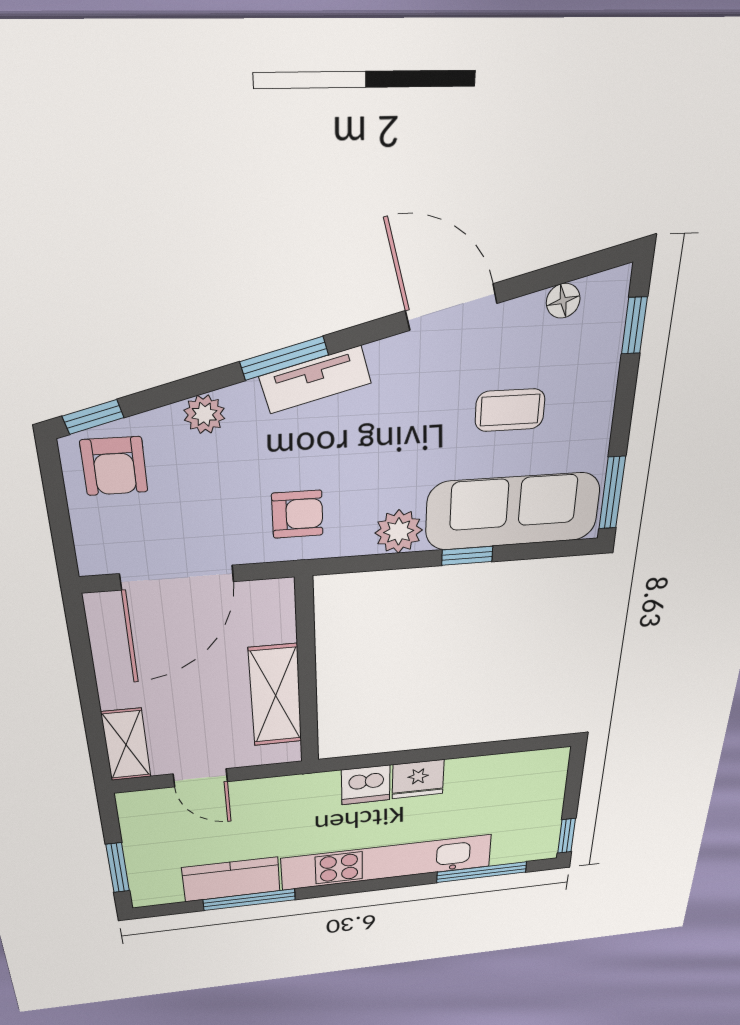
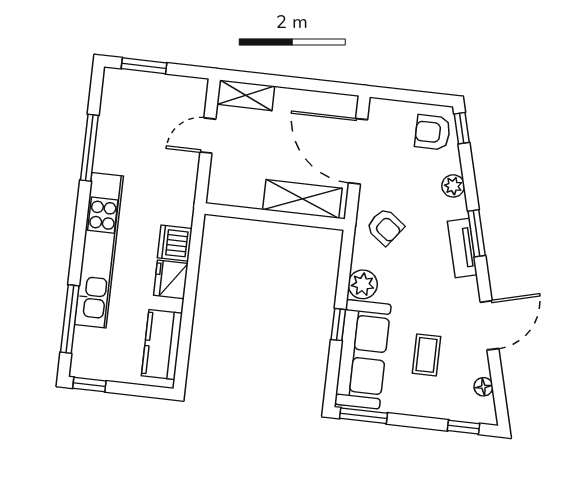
armchair: (297, 514) -> (385, 227), turned -53
shelving: (276, 695) -> (302, 199), moved
kitchen counter: (231, 879) -> (162, 345), moved, turned 180

